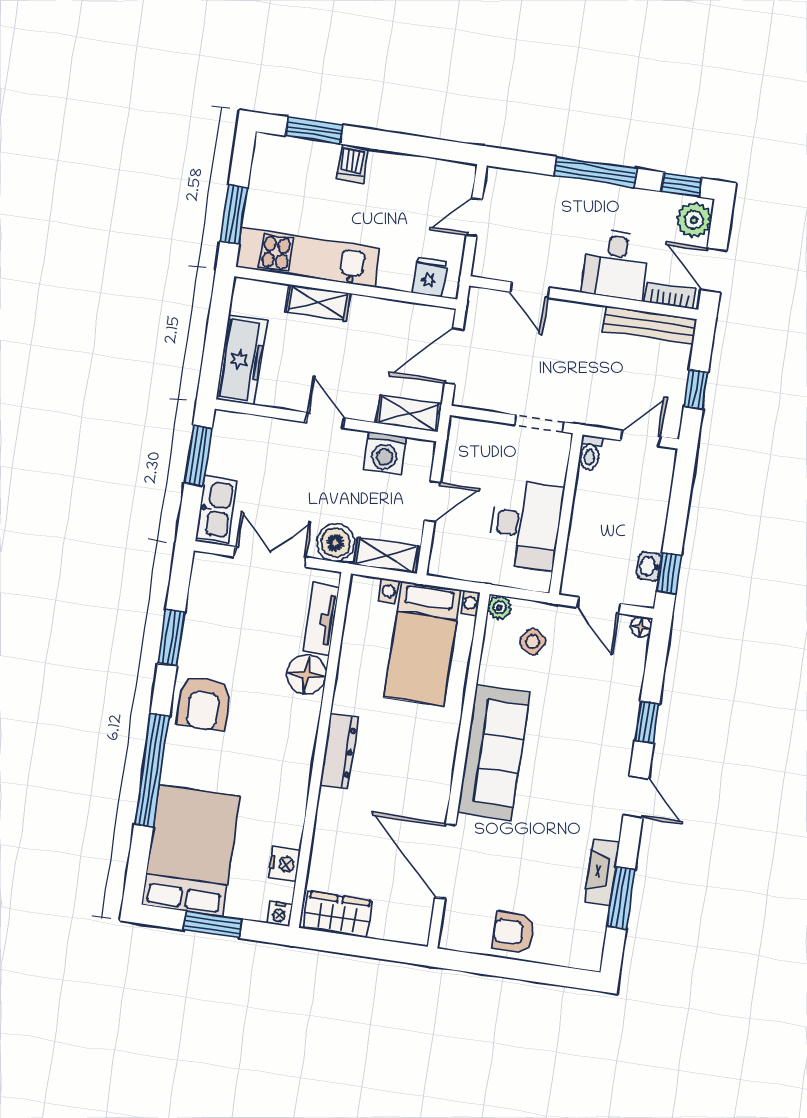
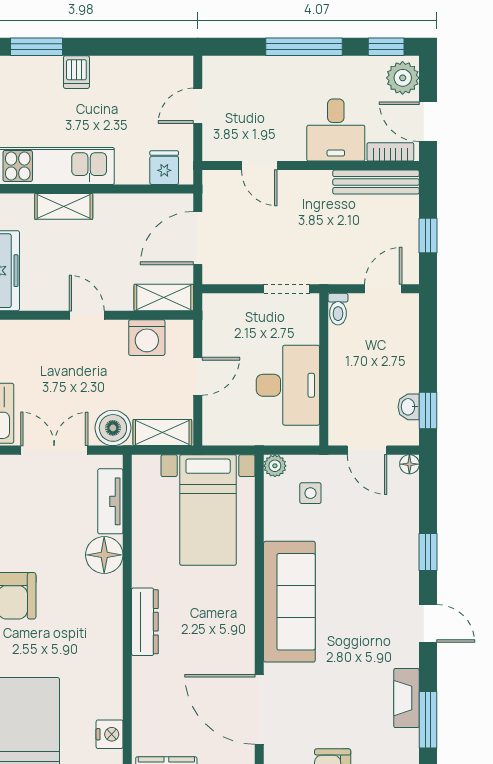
side table: (533, 642) -> (310, 493), turned -32

